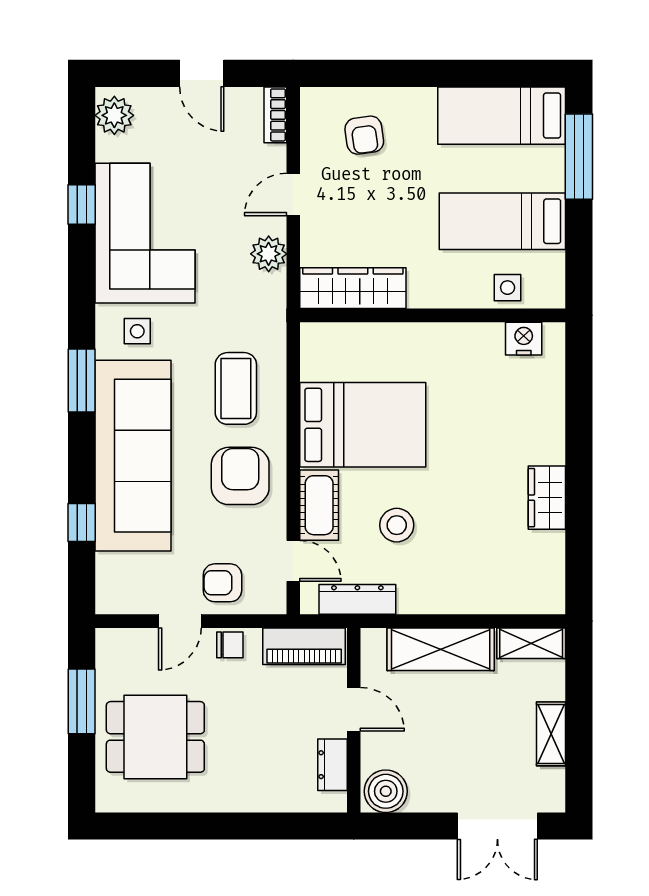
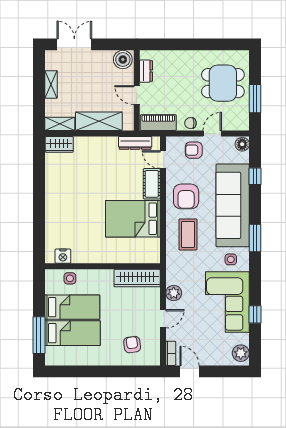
door: (202, 73) -> (190, 371), moved
bed: (502, 116) -> (72, 333), moved
wardrobe: (547, 498) -> (59, 144), moved, turned 90
stool: (397, 525) -> (118, 175), removed
armchair: (222, 583) -> (194, 150), turned 180
floor lamp: (111, 596) -> (242, 144), added

